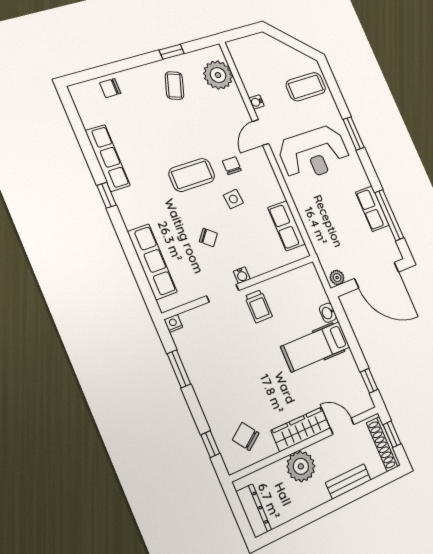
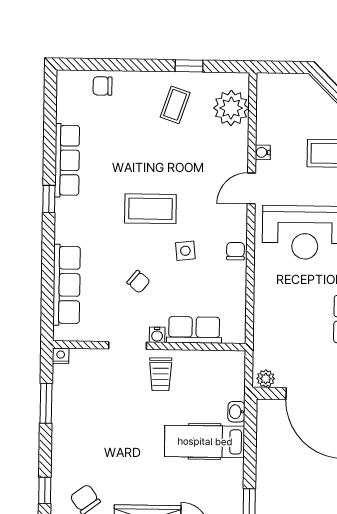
chair: (232, 166) -> (235, 251), moved
row of seats: (287, 226) -> (194, 330), moved, turned 90

